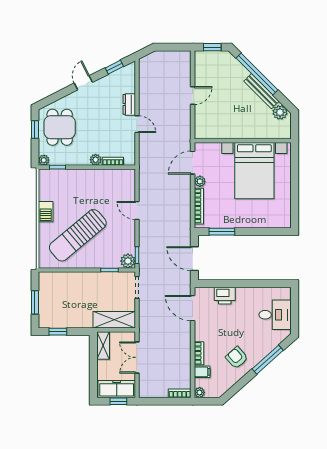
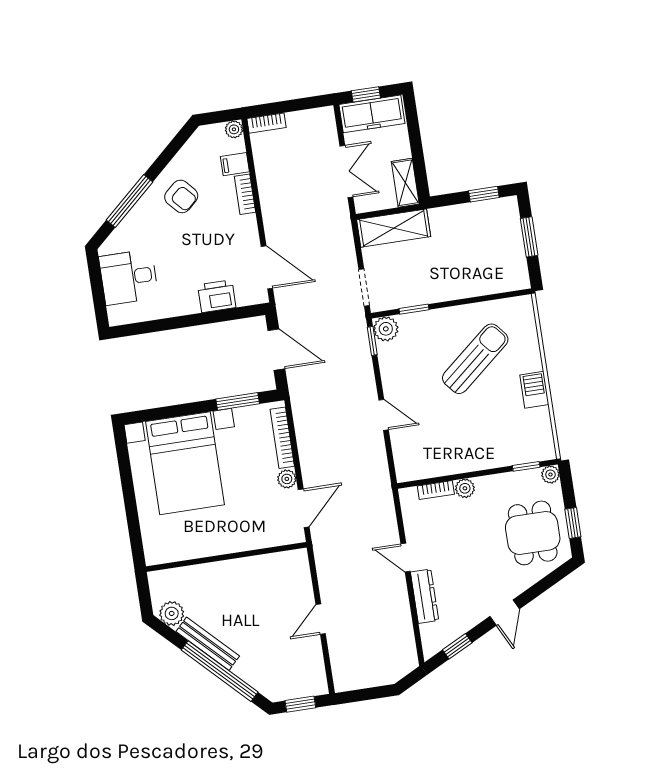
dresser: (129, 104) -> (425, 596), width x1.44
bed with nightstands: (254, 171) -> (185, 463), moved, turned 180
sun lounger: (78, 235) -> (475, 359), width x0.73, depth x0.75

